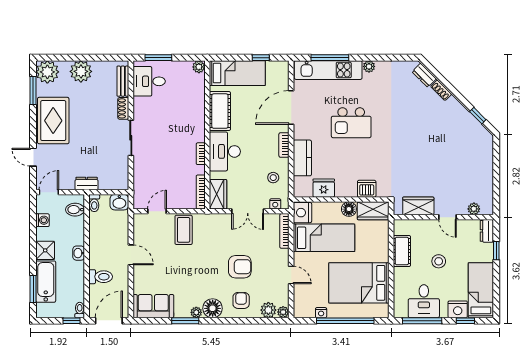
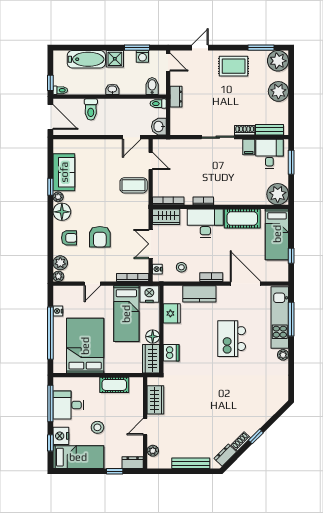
plant: (199, 67) -> (278, 194), width x1.87, depth x1.87
dresser: (424, 75) -> (225, 455), moved
shoe rack: (441, 90) -> (241, 441), moved
filing cabinet: (142, 104) -> (249, 147), added
window: (478, 116) -> (256, 436), moved
rug: (53, 121) -> (234, 66), width x0.73, depth x0.70
bench: (488, 167) -> (191, 463), added
door: (131, 255) -> (132, 137), moved
stool: (439, 261) -> (97, 427), moved
window: (33, 289) -> (137, 48), moved
sofa: (153, 306) -> (64, 172), moved
window: (185, 321) -> (50, 187), width x0.67

